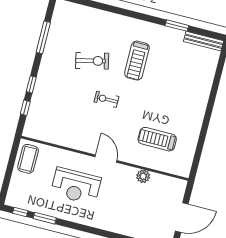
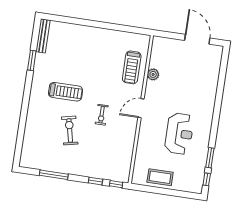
wall: (105, 158) -> (141, 109), moved
door: (106, 159) -> (141, 108), moved
plant: (143, 176) -> (153, 74), moved

